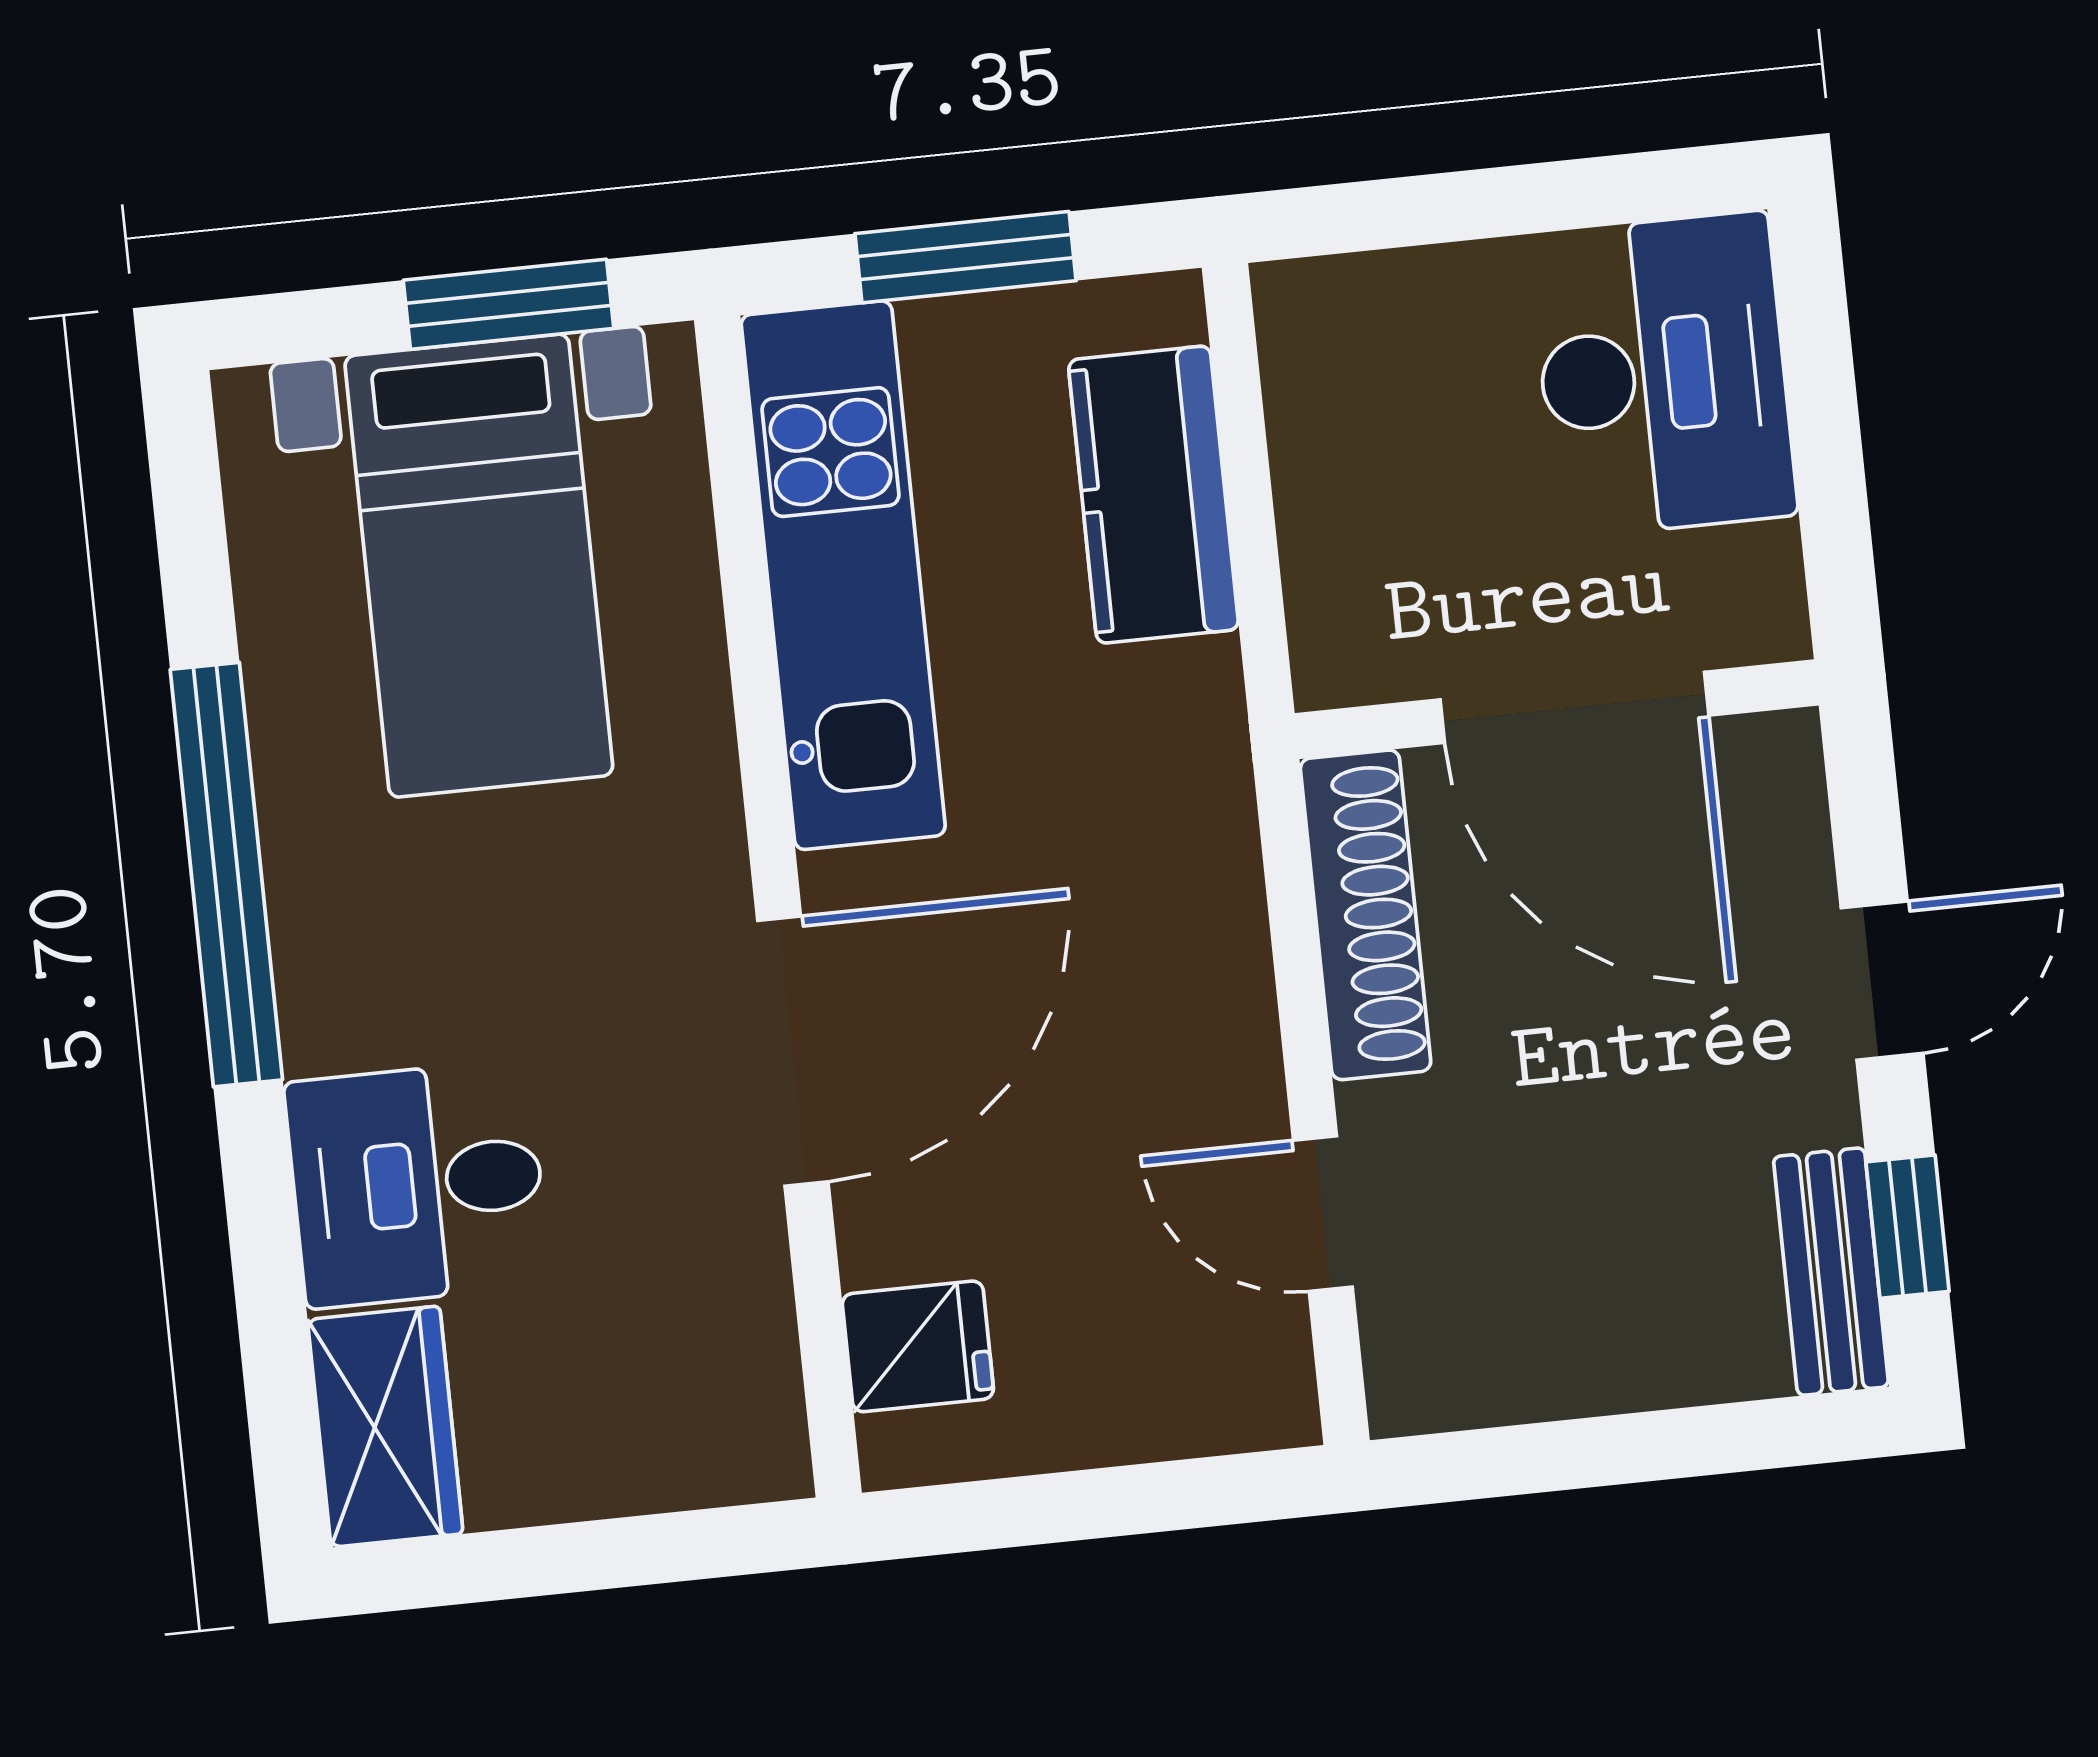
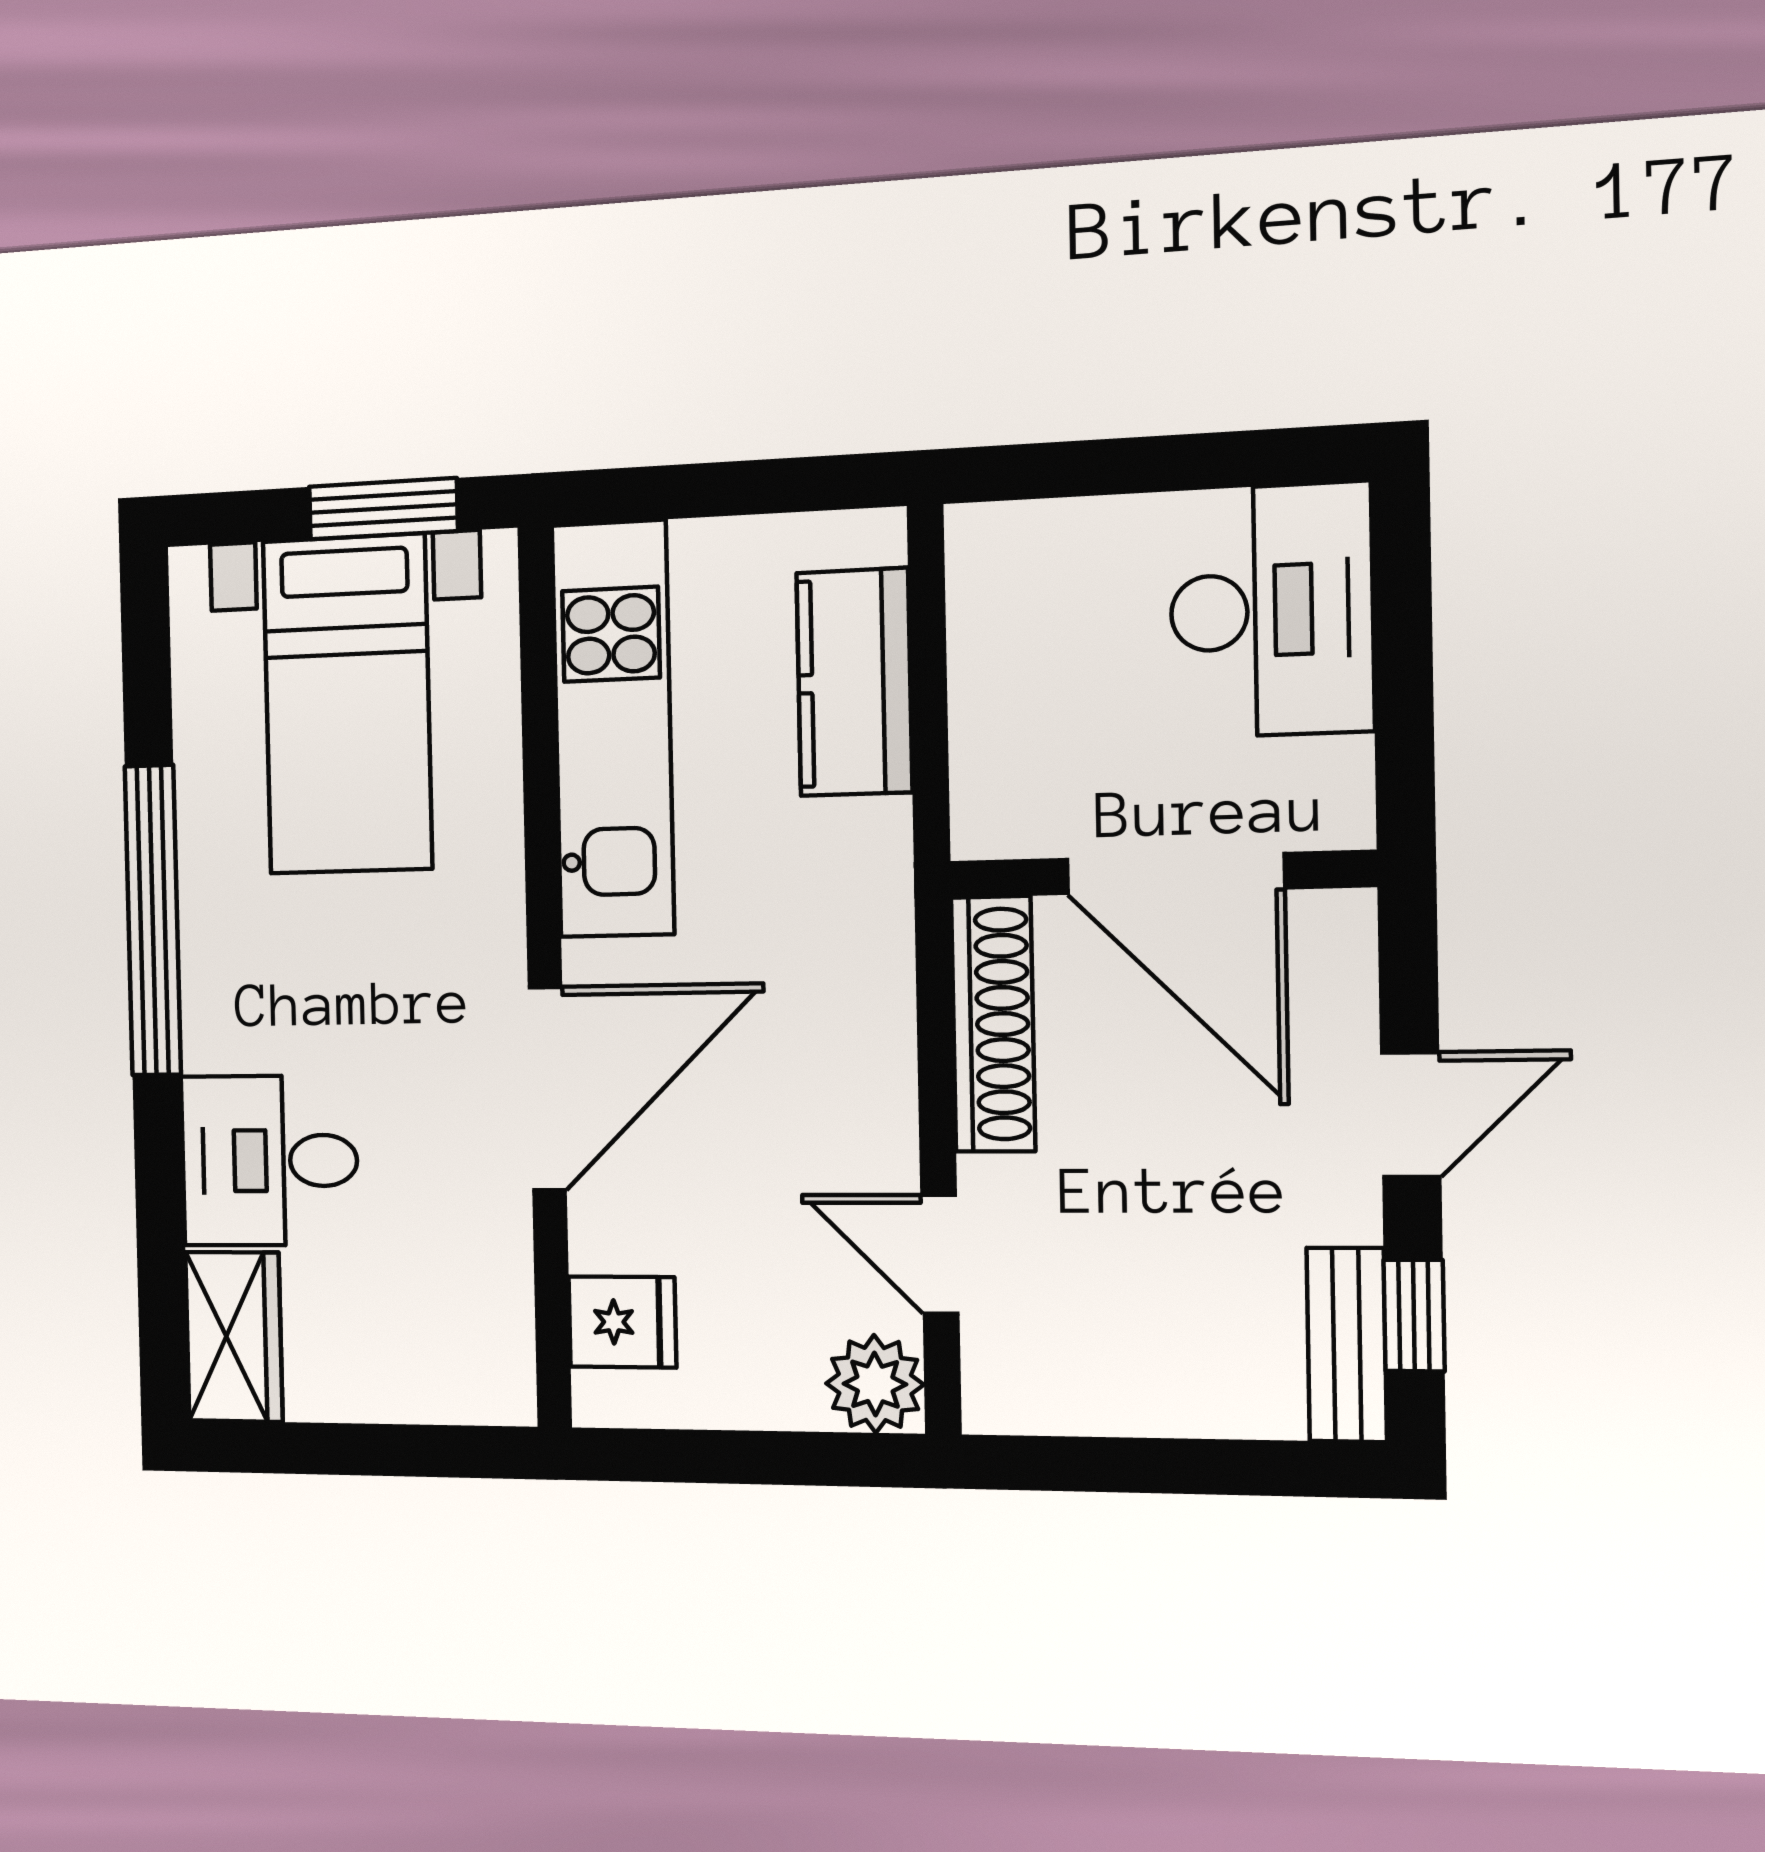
window: (966, 257) -> (725, 489), removed
plant: (1254, 1389) -> (875, 1384), added

